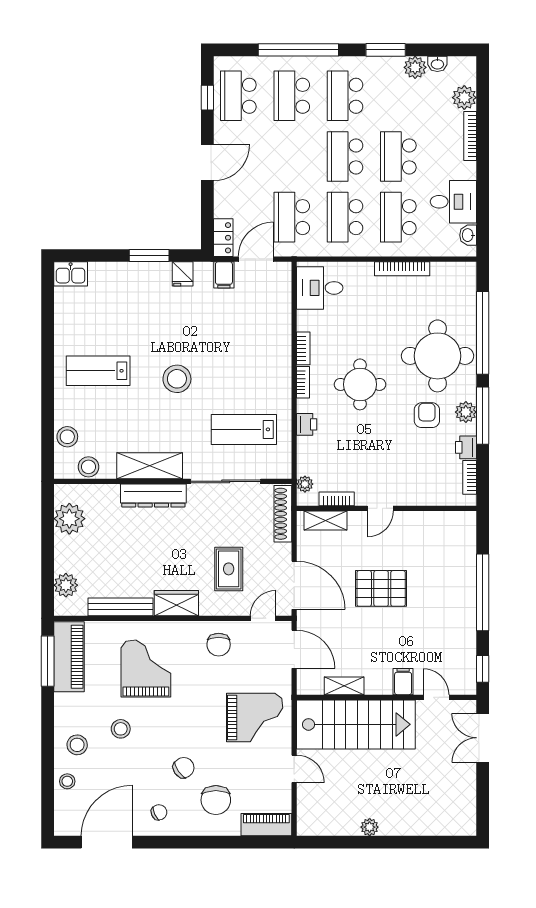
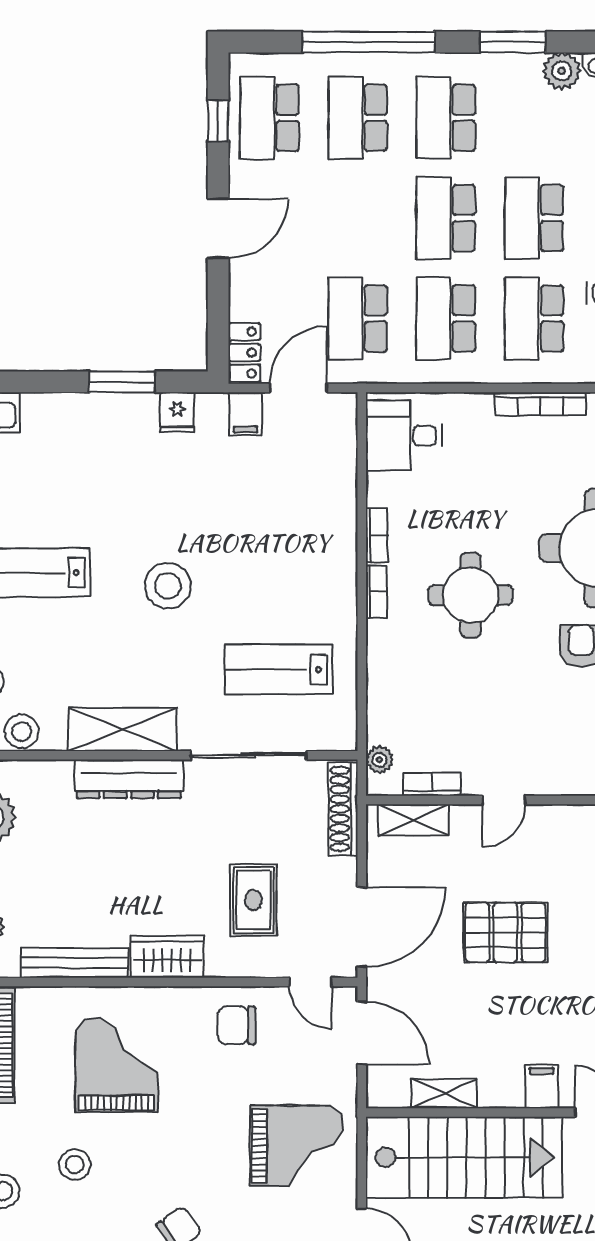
printer: (307, 424) -> (382, 661), removed
door: (294, 585) -> (362, 927), hinge flipped
door: (263, 618) -> (310, 982), swing flipped
chair: (219, 645) -> (237, 1025), turned 90

